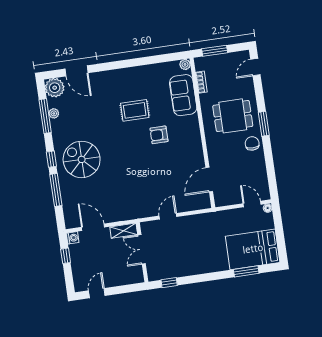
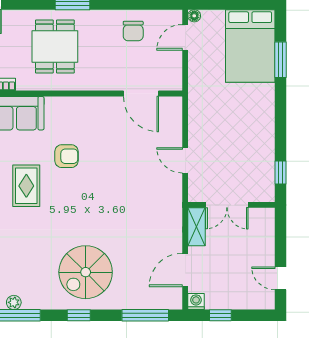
armchair: (159, 135) -> (67, 156), turned -90
chair: (252, 143) -> (133, 31), moved, turned -90
window: (56, 190) -> (145, 315), moved

